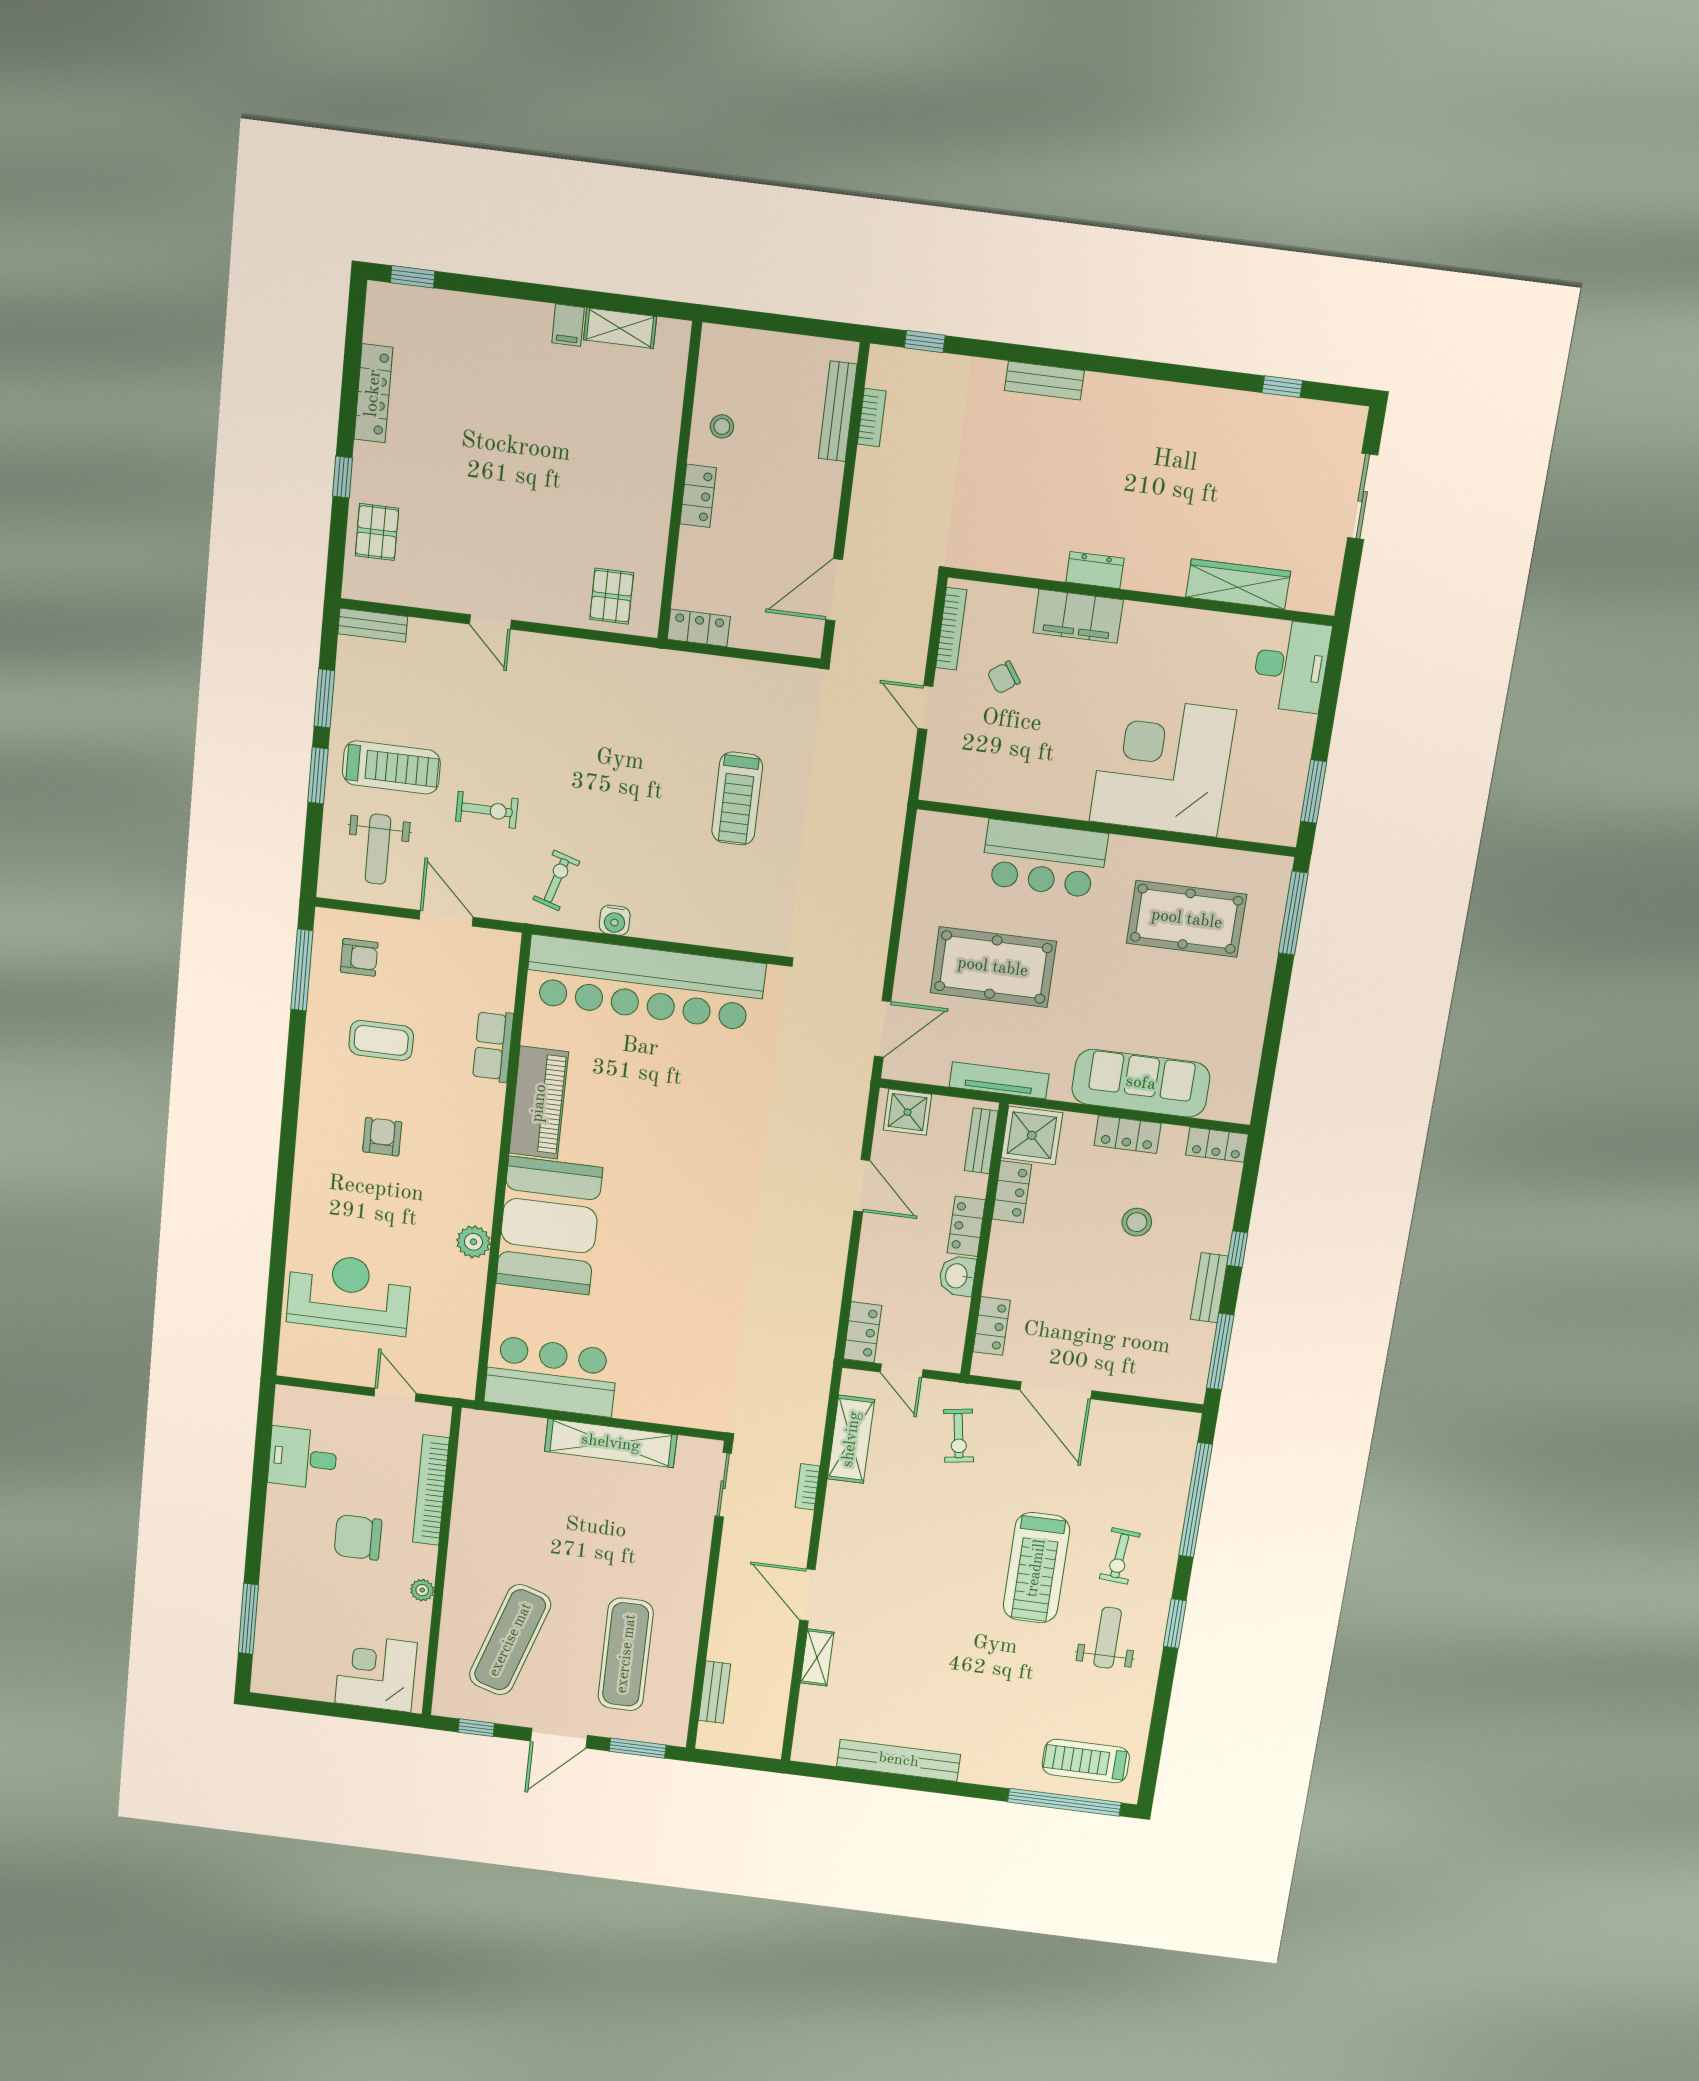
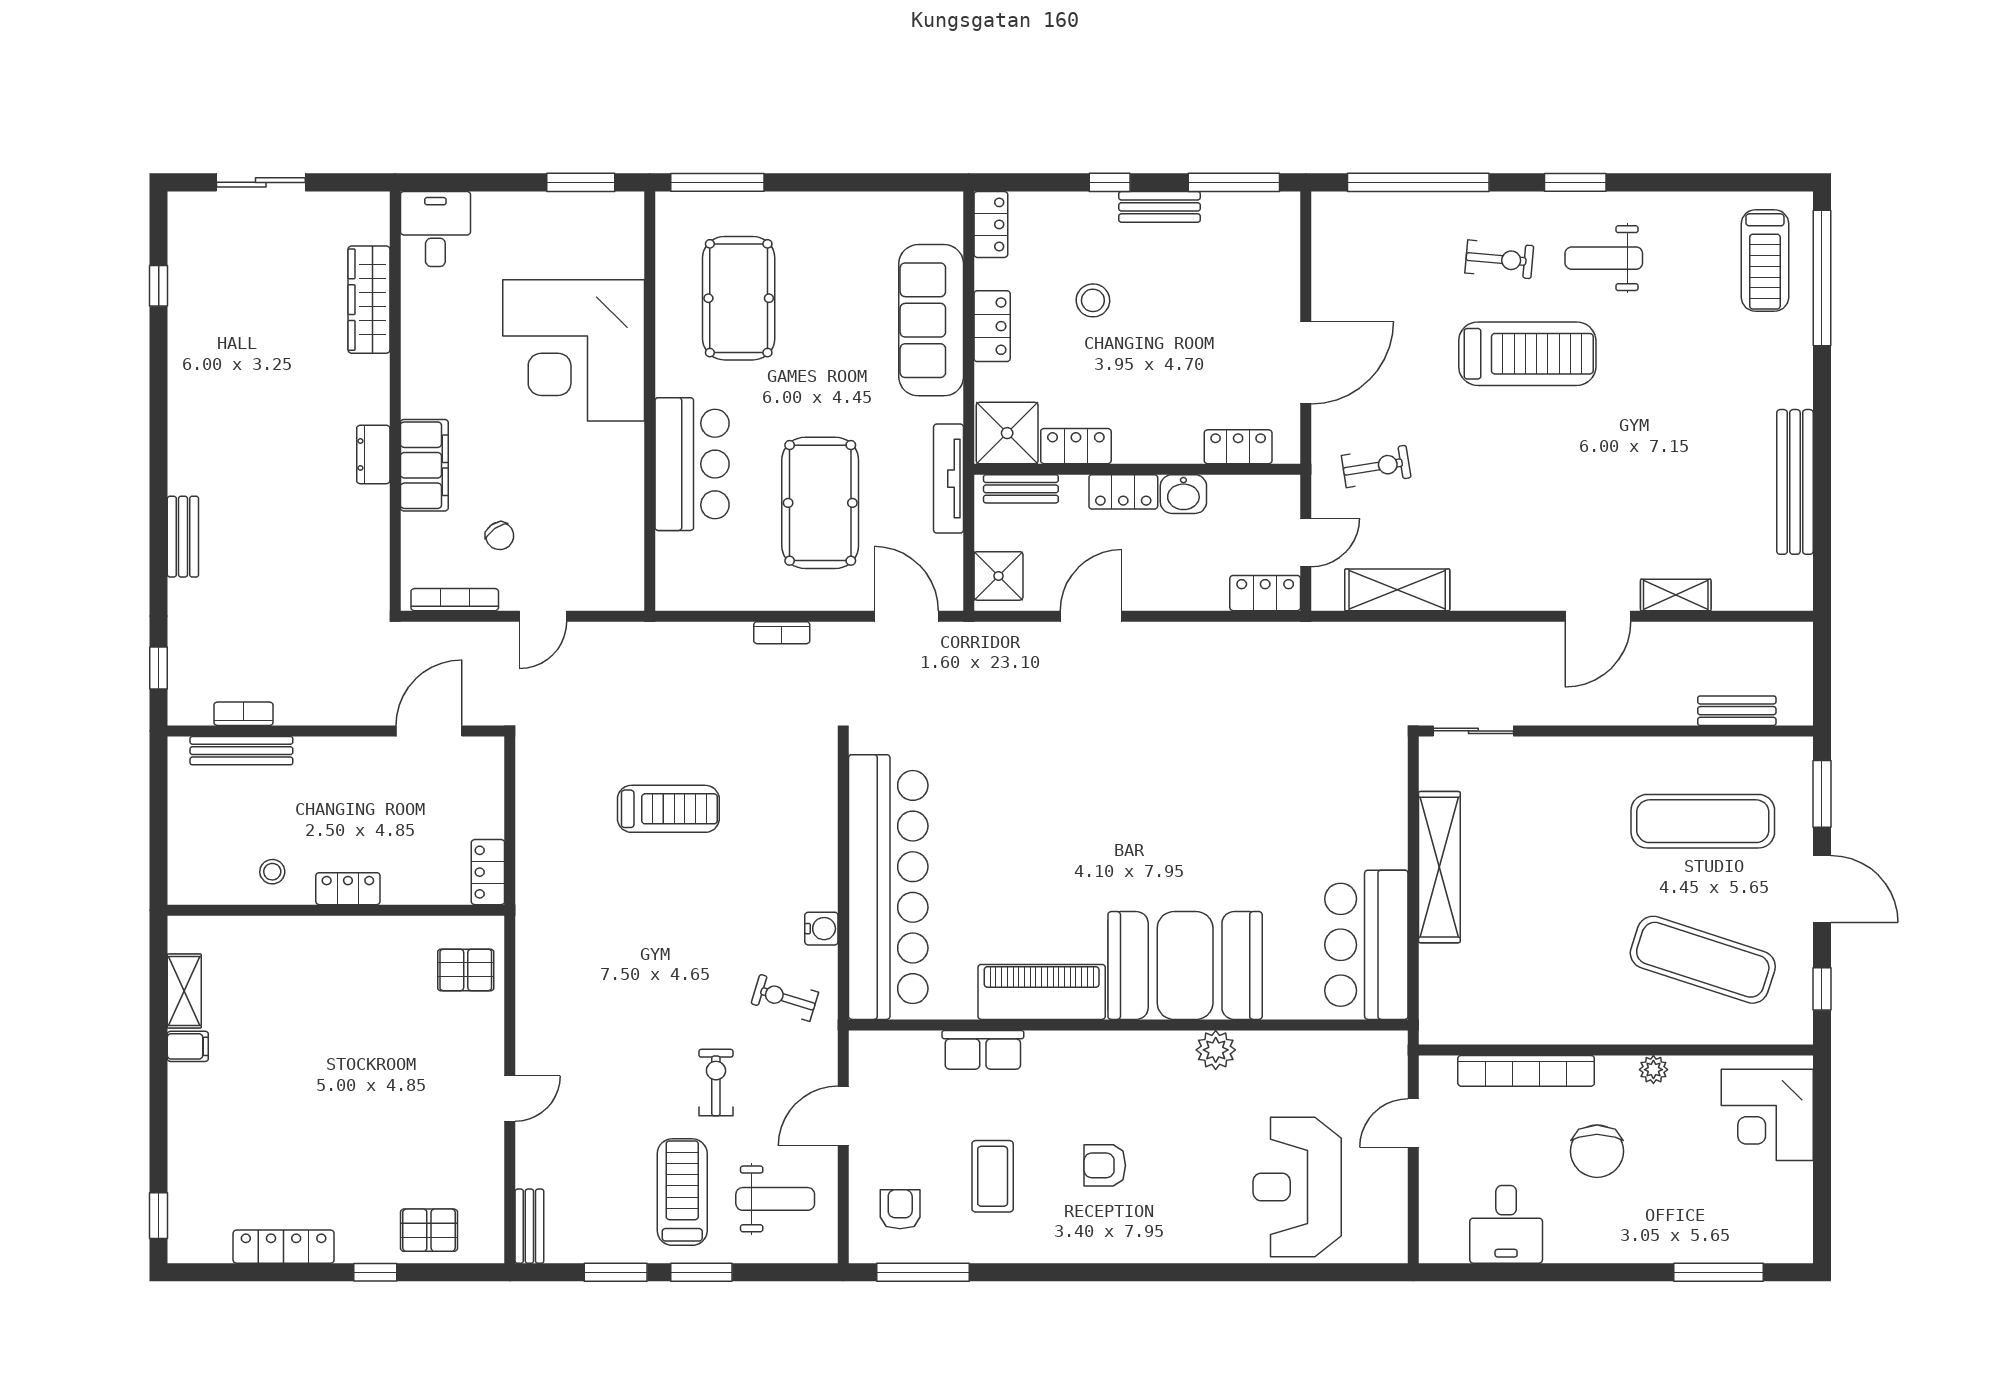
door: (834, 590) -> (429, 731), swing flipped
desk: (1291, 666) -> (435, 229), width x0.73
bookcase: (808, 1487) -> (782, 633), moved

